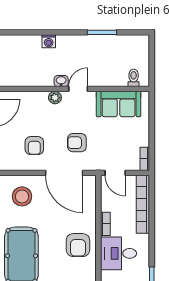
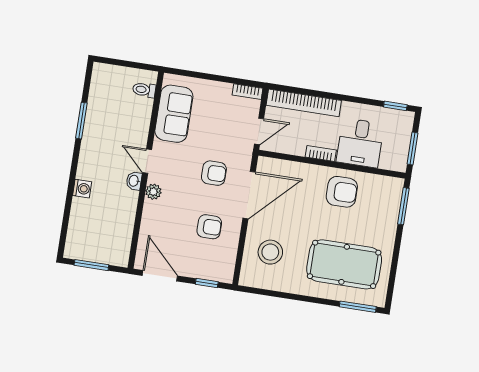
armchair: (77, 143) -> (214, 173), turned -90

